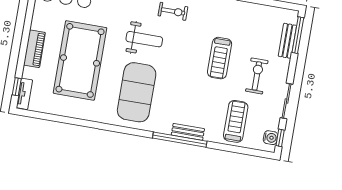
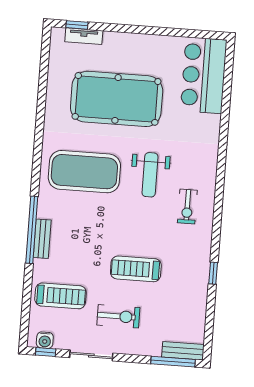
bench: (287, 41) -> (183, 351), moved
piano: (34, 49) -> (125, 42), removed
tv unit: (24, 94) -> (84, 36), moved

